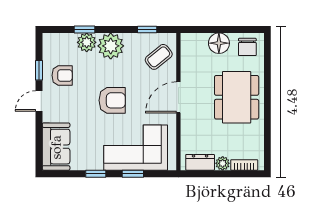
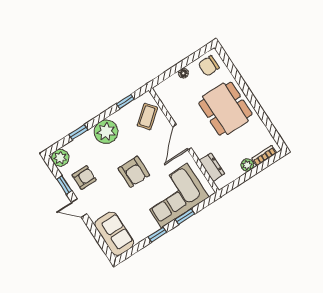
plant: (87, 42) -> (60, 158), moved
floor lamp: (219, 43) -> (183, 73), width x0.53, depth x0.53
chair: (247, 47) -> (209, 66), turned 90
armchair: (112, 100) -> (134, 172), turned 90
door: (39, 101) -> (79, 208), hinge flipped
dresser: (200, 162) -> (212, 167), moved, turned 90

